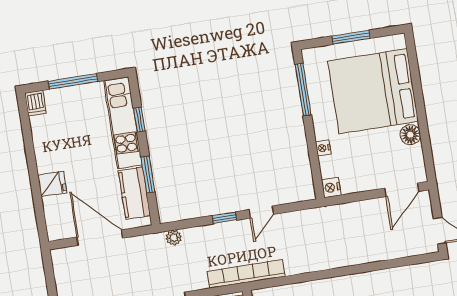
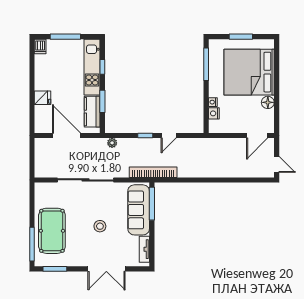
nightstand: (331, 188) -> (214, 113), moved

